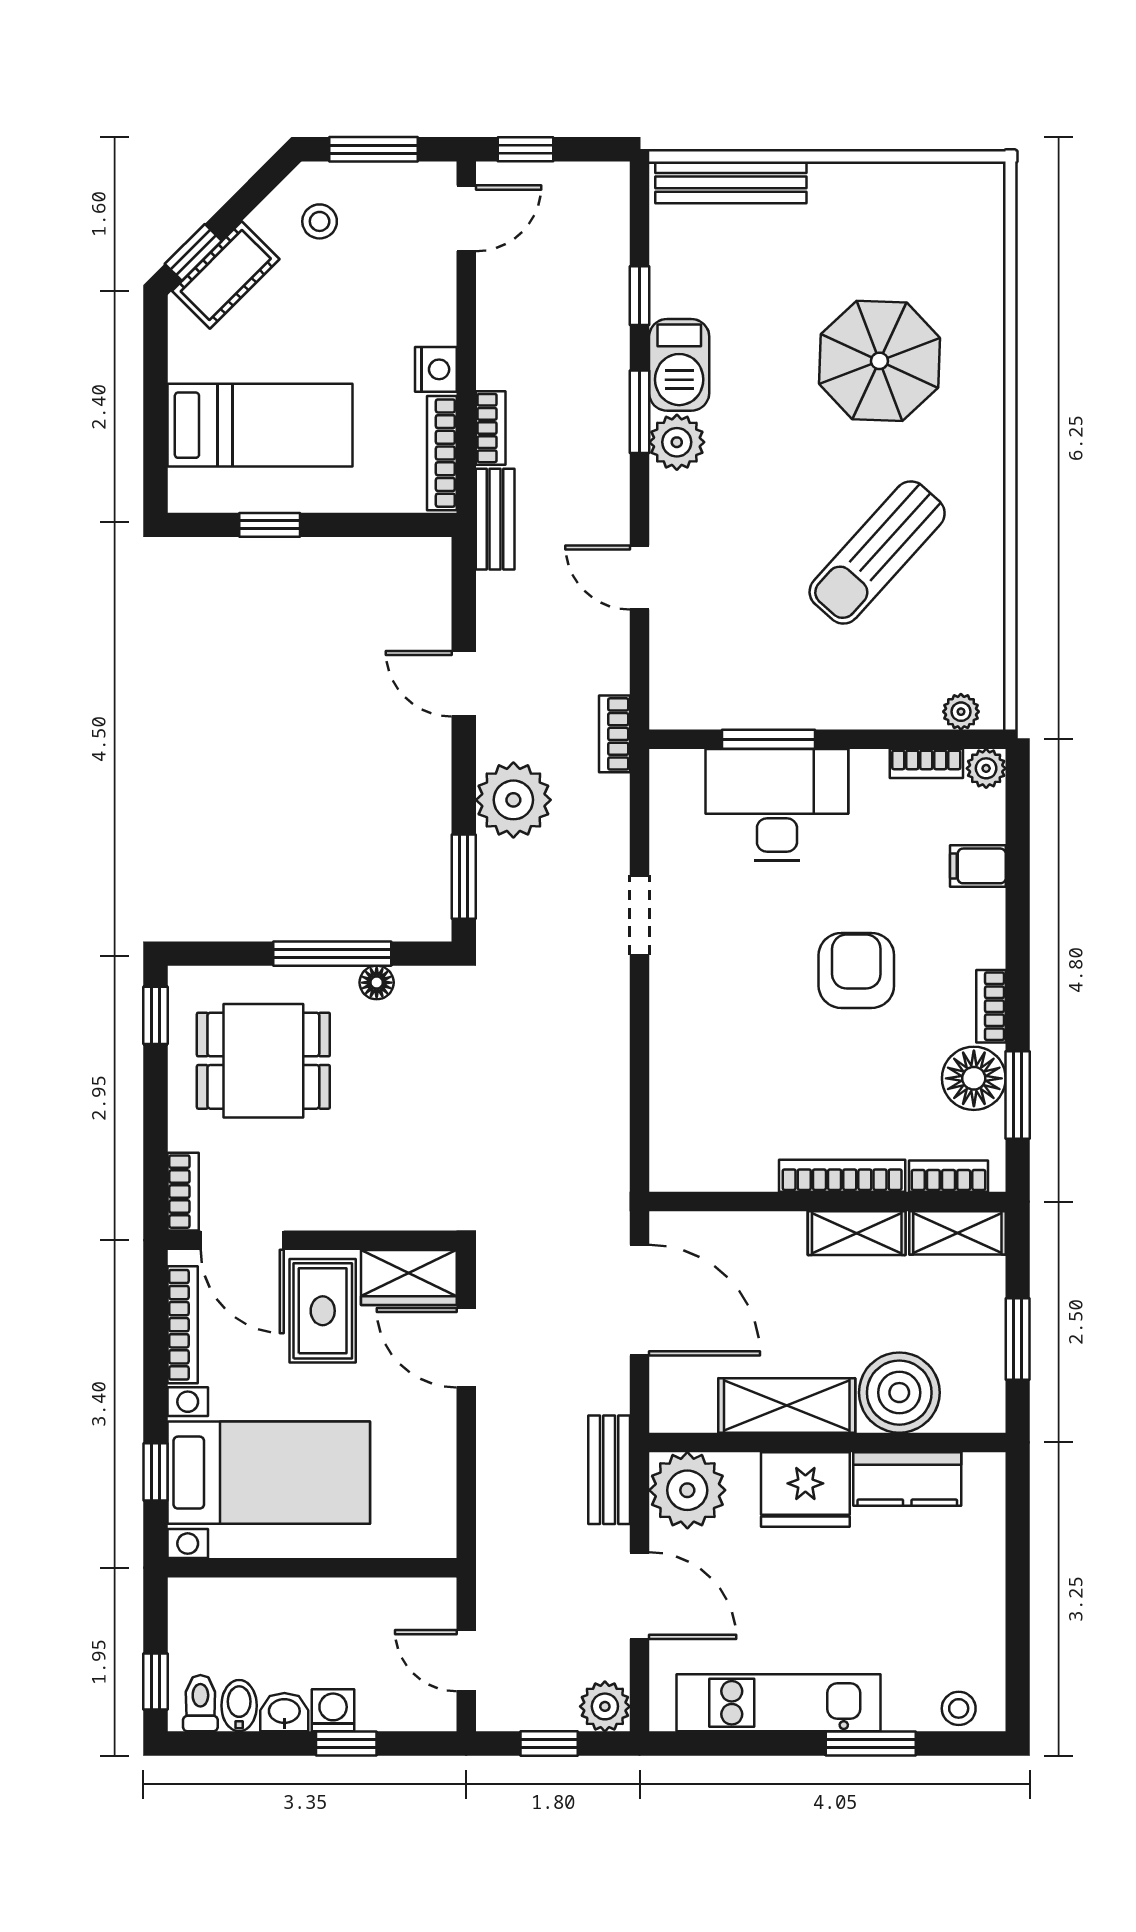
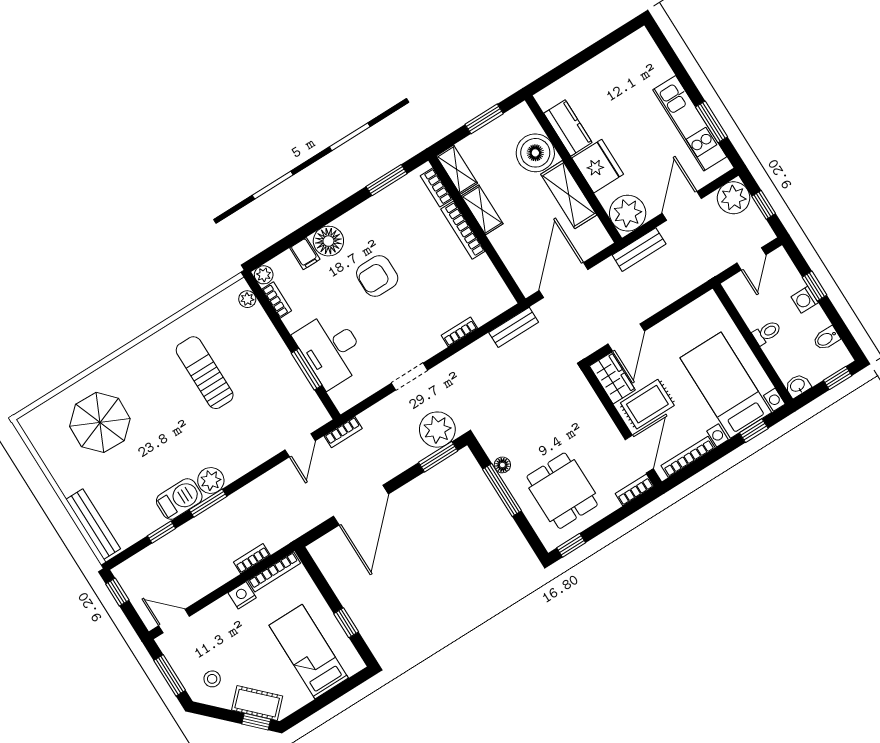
window: (525, 149) -> (117, 592), moved
parasol: (879, 361) -> (100, 422), moved
bench: (495, 519) -> (514, 327), moved
sun lounger: (877, 552) -> (205, 373), turned -132
door: (640, 578) -> (300, 445), moved
door: (464, 684) -> (361, 505), width x1.88
plant: (513, 800) -> (437, 430), moved
bookcase: (991, 1006) -> (459, 332), moved, turned 180
floor lamp: (974, 1078) -> (328, 241), moved
toilet: (200, 1703) -> (767, 333), moved, turned 180
plant: (605, 1706) -> (733, 198), width x1.36, depth x1.36
stool: (959, 1708) -> (647, 50), removed
washbasin: (284, 1712) -> (798, 386), moved, turned 90
window: (871, 1743) -> (712, 122), moved

